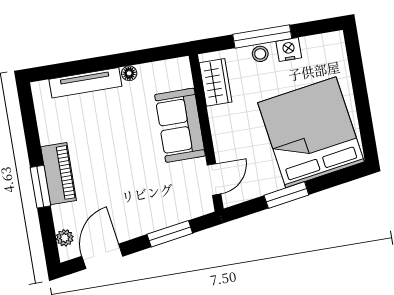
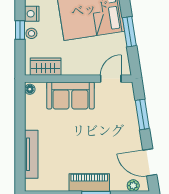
window: (262, 36) -> (20, 30), width x0.46
floor lamp: (129, 73) -> (30, 89), moved
door: (214, 179) -> (111, 79), hinge flipped

